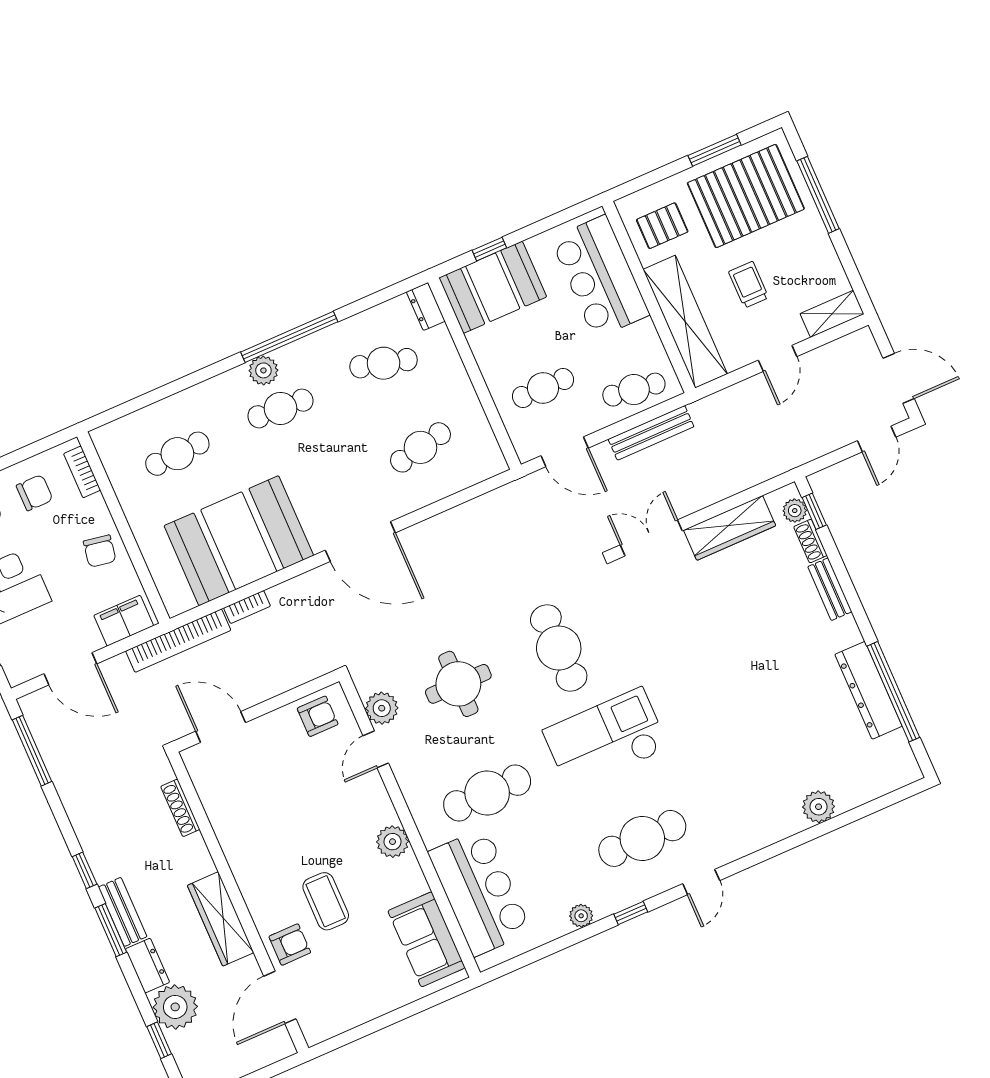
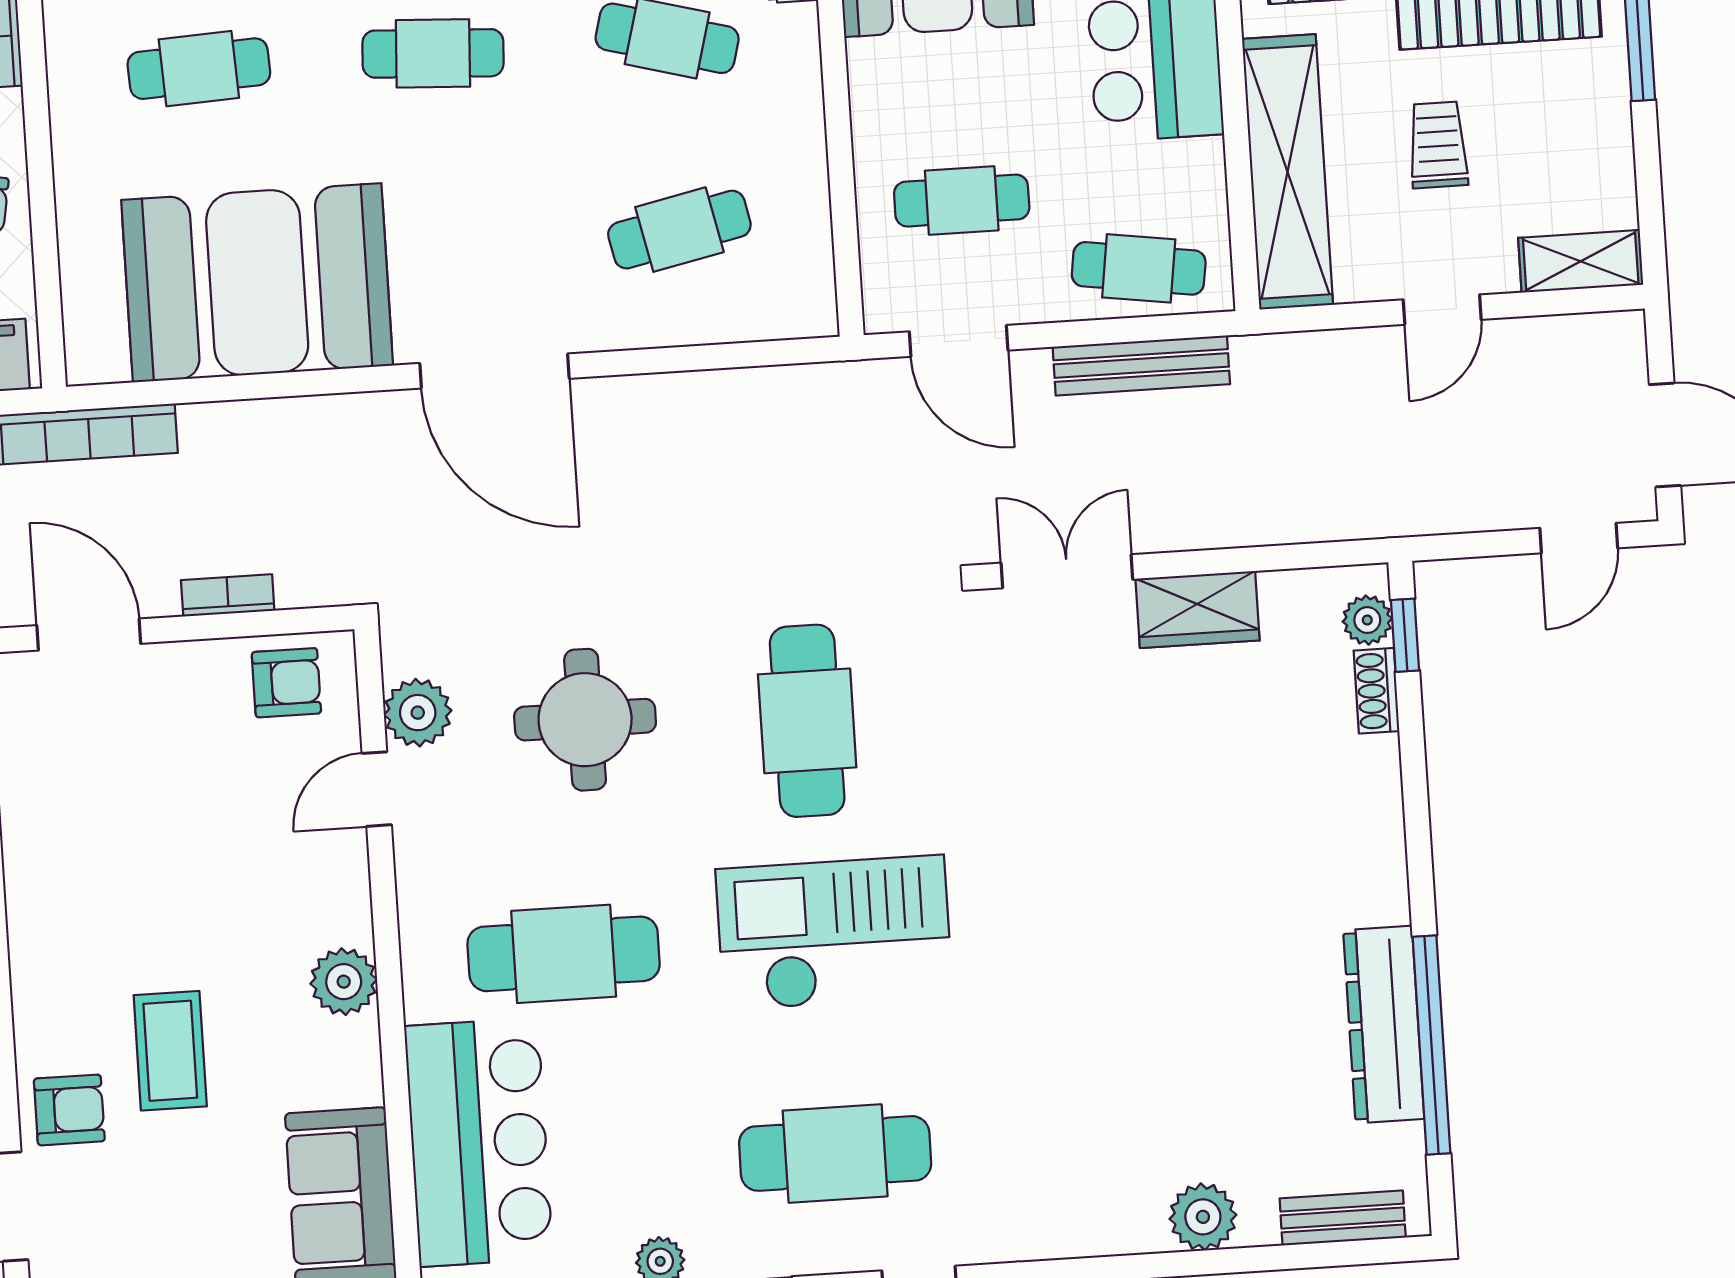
wardrobe: (730, 528) -> (1198, 610), width x0.67
bench: (830, 589) -> (1343, 1218), moved, turned 90
bookcase: (247, 607) -> (228, 595), moved, turned 180

